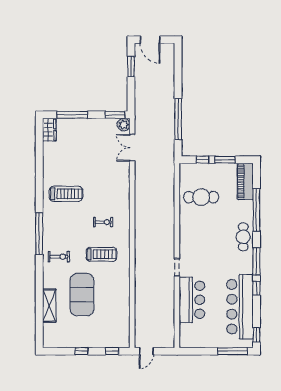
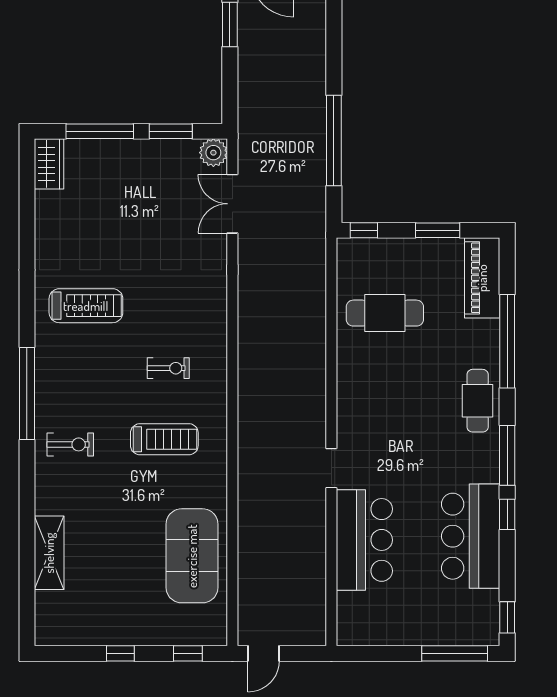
window: (115, 115) -> (171, 131), moved
window: (203, 160) -> (364, 230), moved
exercise mat: (82, 295) -> (192, 556), moved
bar counter: (240, 307) -> (471, 536), width x0.73

